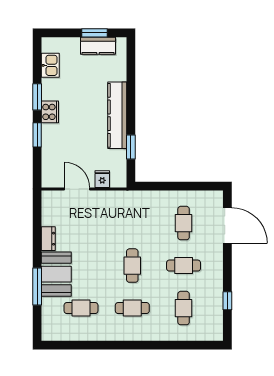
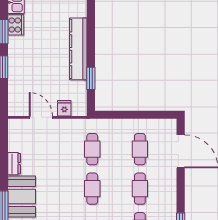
cooker: (50, 112) -> (16, 25), moved
cafe table: (132, 223) -> (92, 149), added
cafe table: (184, 266) -> (140, 189), turned 90

